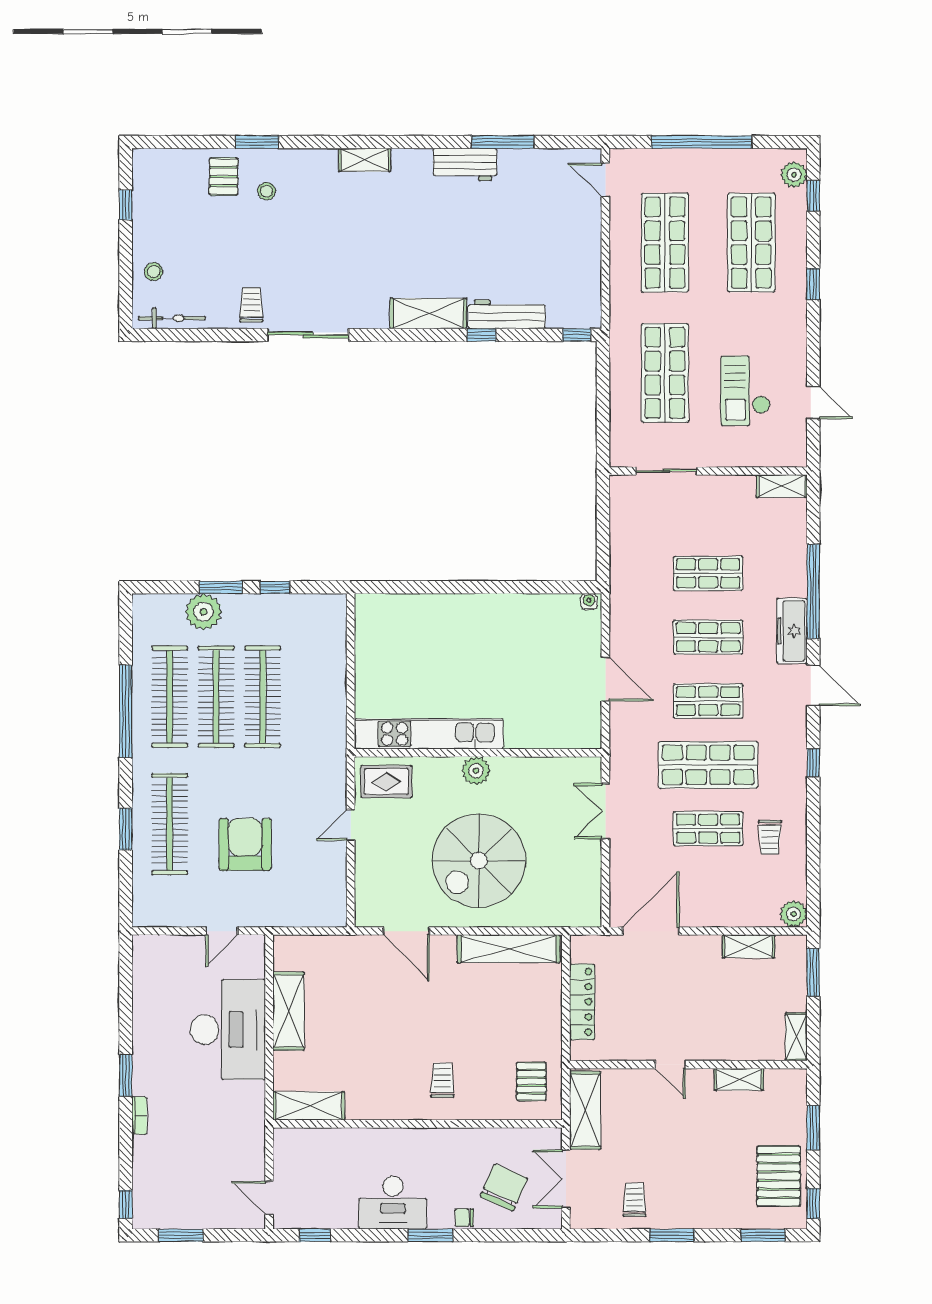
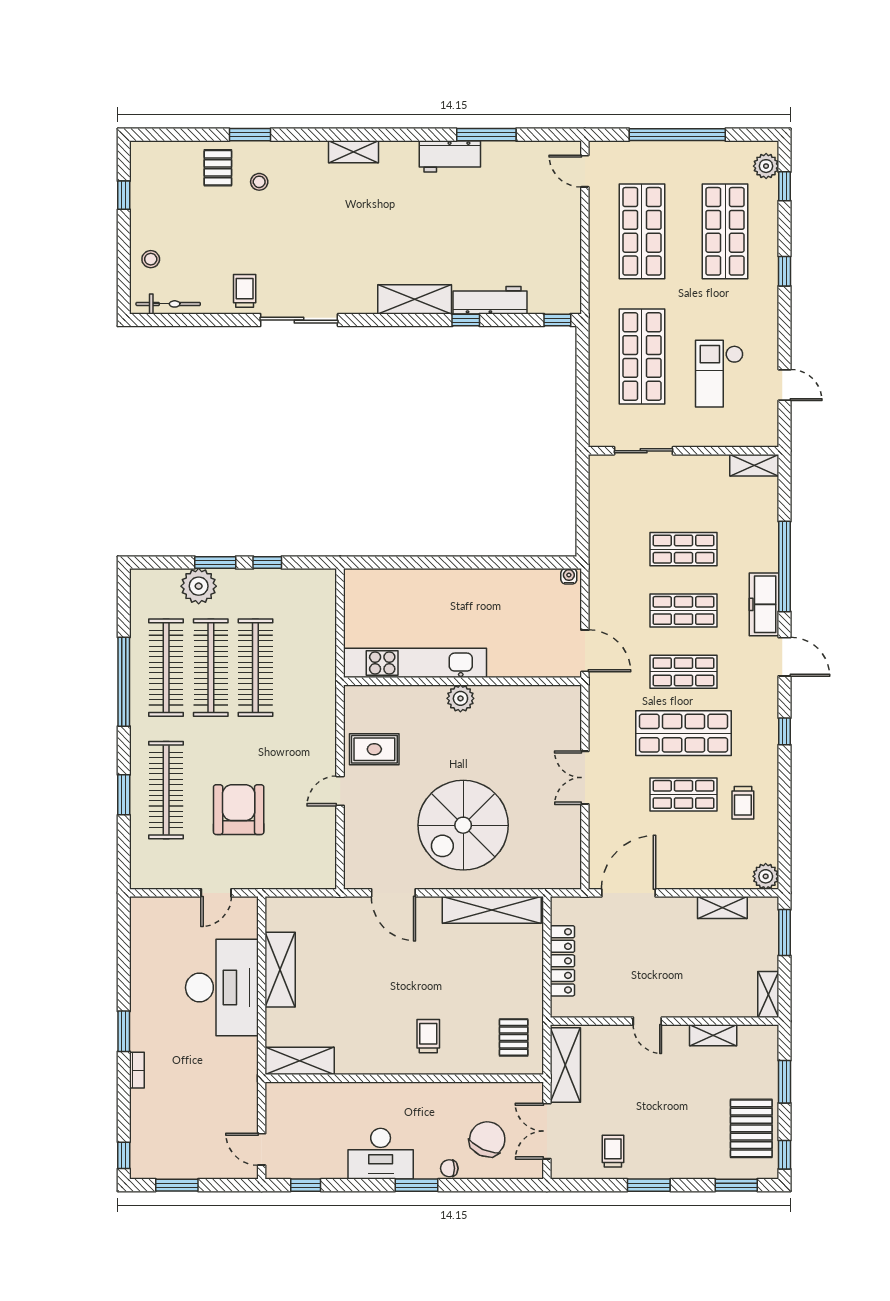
kitchen unit: (429, 734) -> (415, 663), moved
wall: (478, 753) -> (462, 681), moved
plant: (476, 771) -> (460, 698), moved

